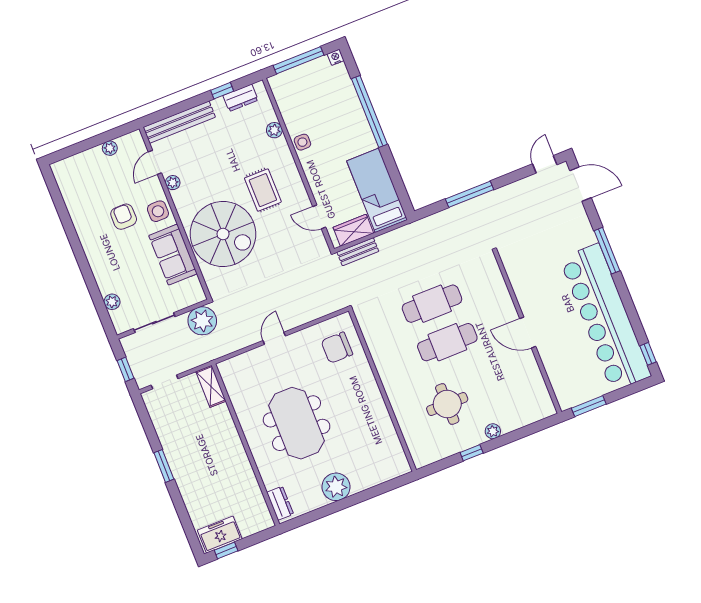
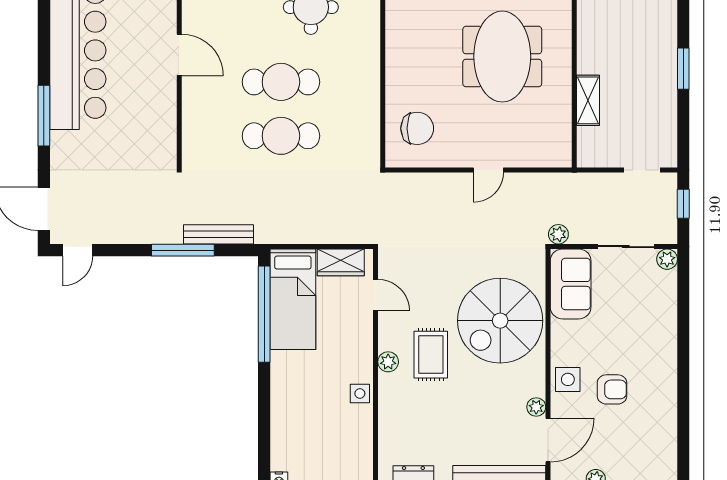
window: (369, 111) -> (264, 314), moved
plant: (274, 130) -> (388, 362), moved
door: (155, 162) -> (548, 440), width x1.38
armchair: (124, 217) -> (612, 389), turned -90
spiral stairs: (223, 234) -> (500, 321), turned -90
bench: (358, 252) -> (219, 234), moved, width x1.36
sofa: (173, 255) -> (571, 284), moved
plant: (112, 302) -> (667, 259), moved
plant: (202, 321) -> (558, 234), width x0.53, depth x0.53
shelving: (211, 386) -> (588, 100), moved

